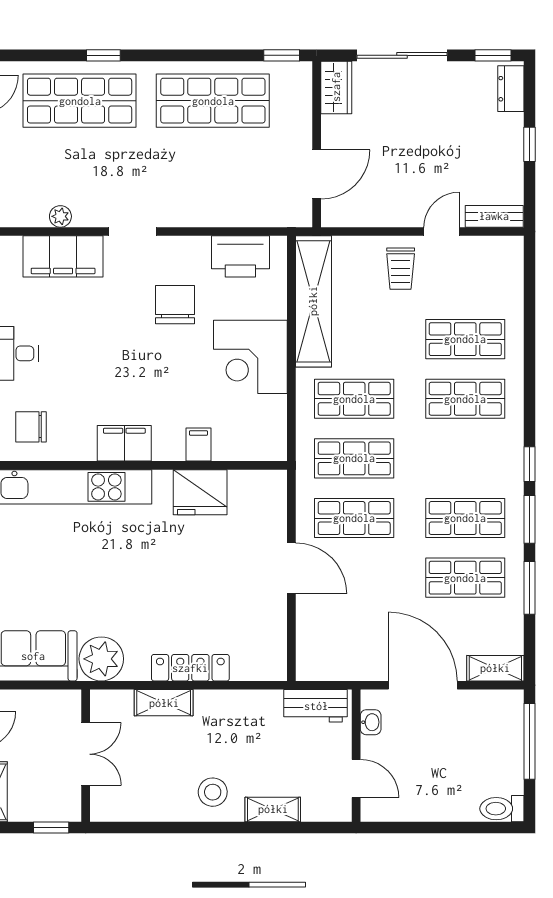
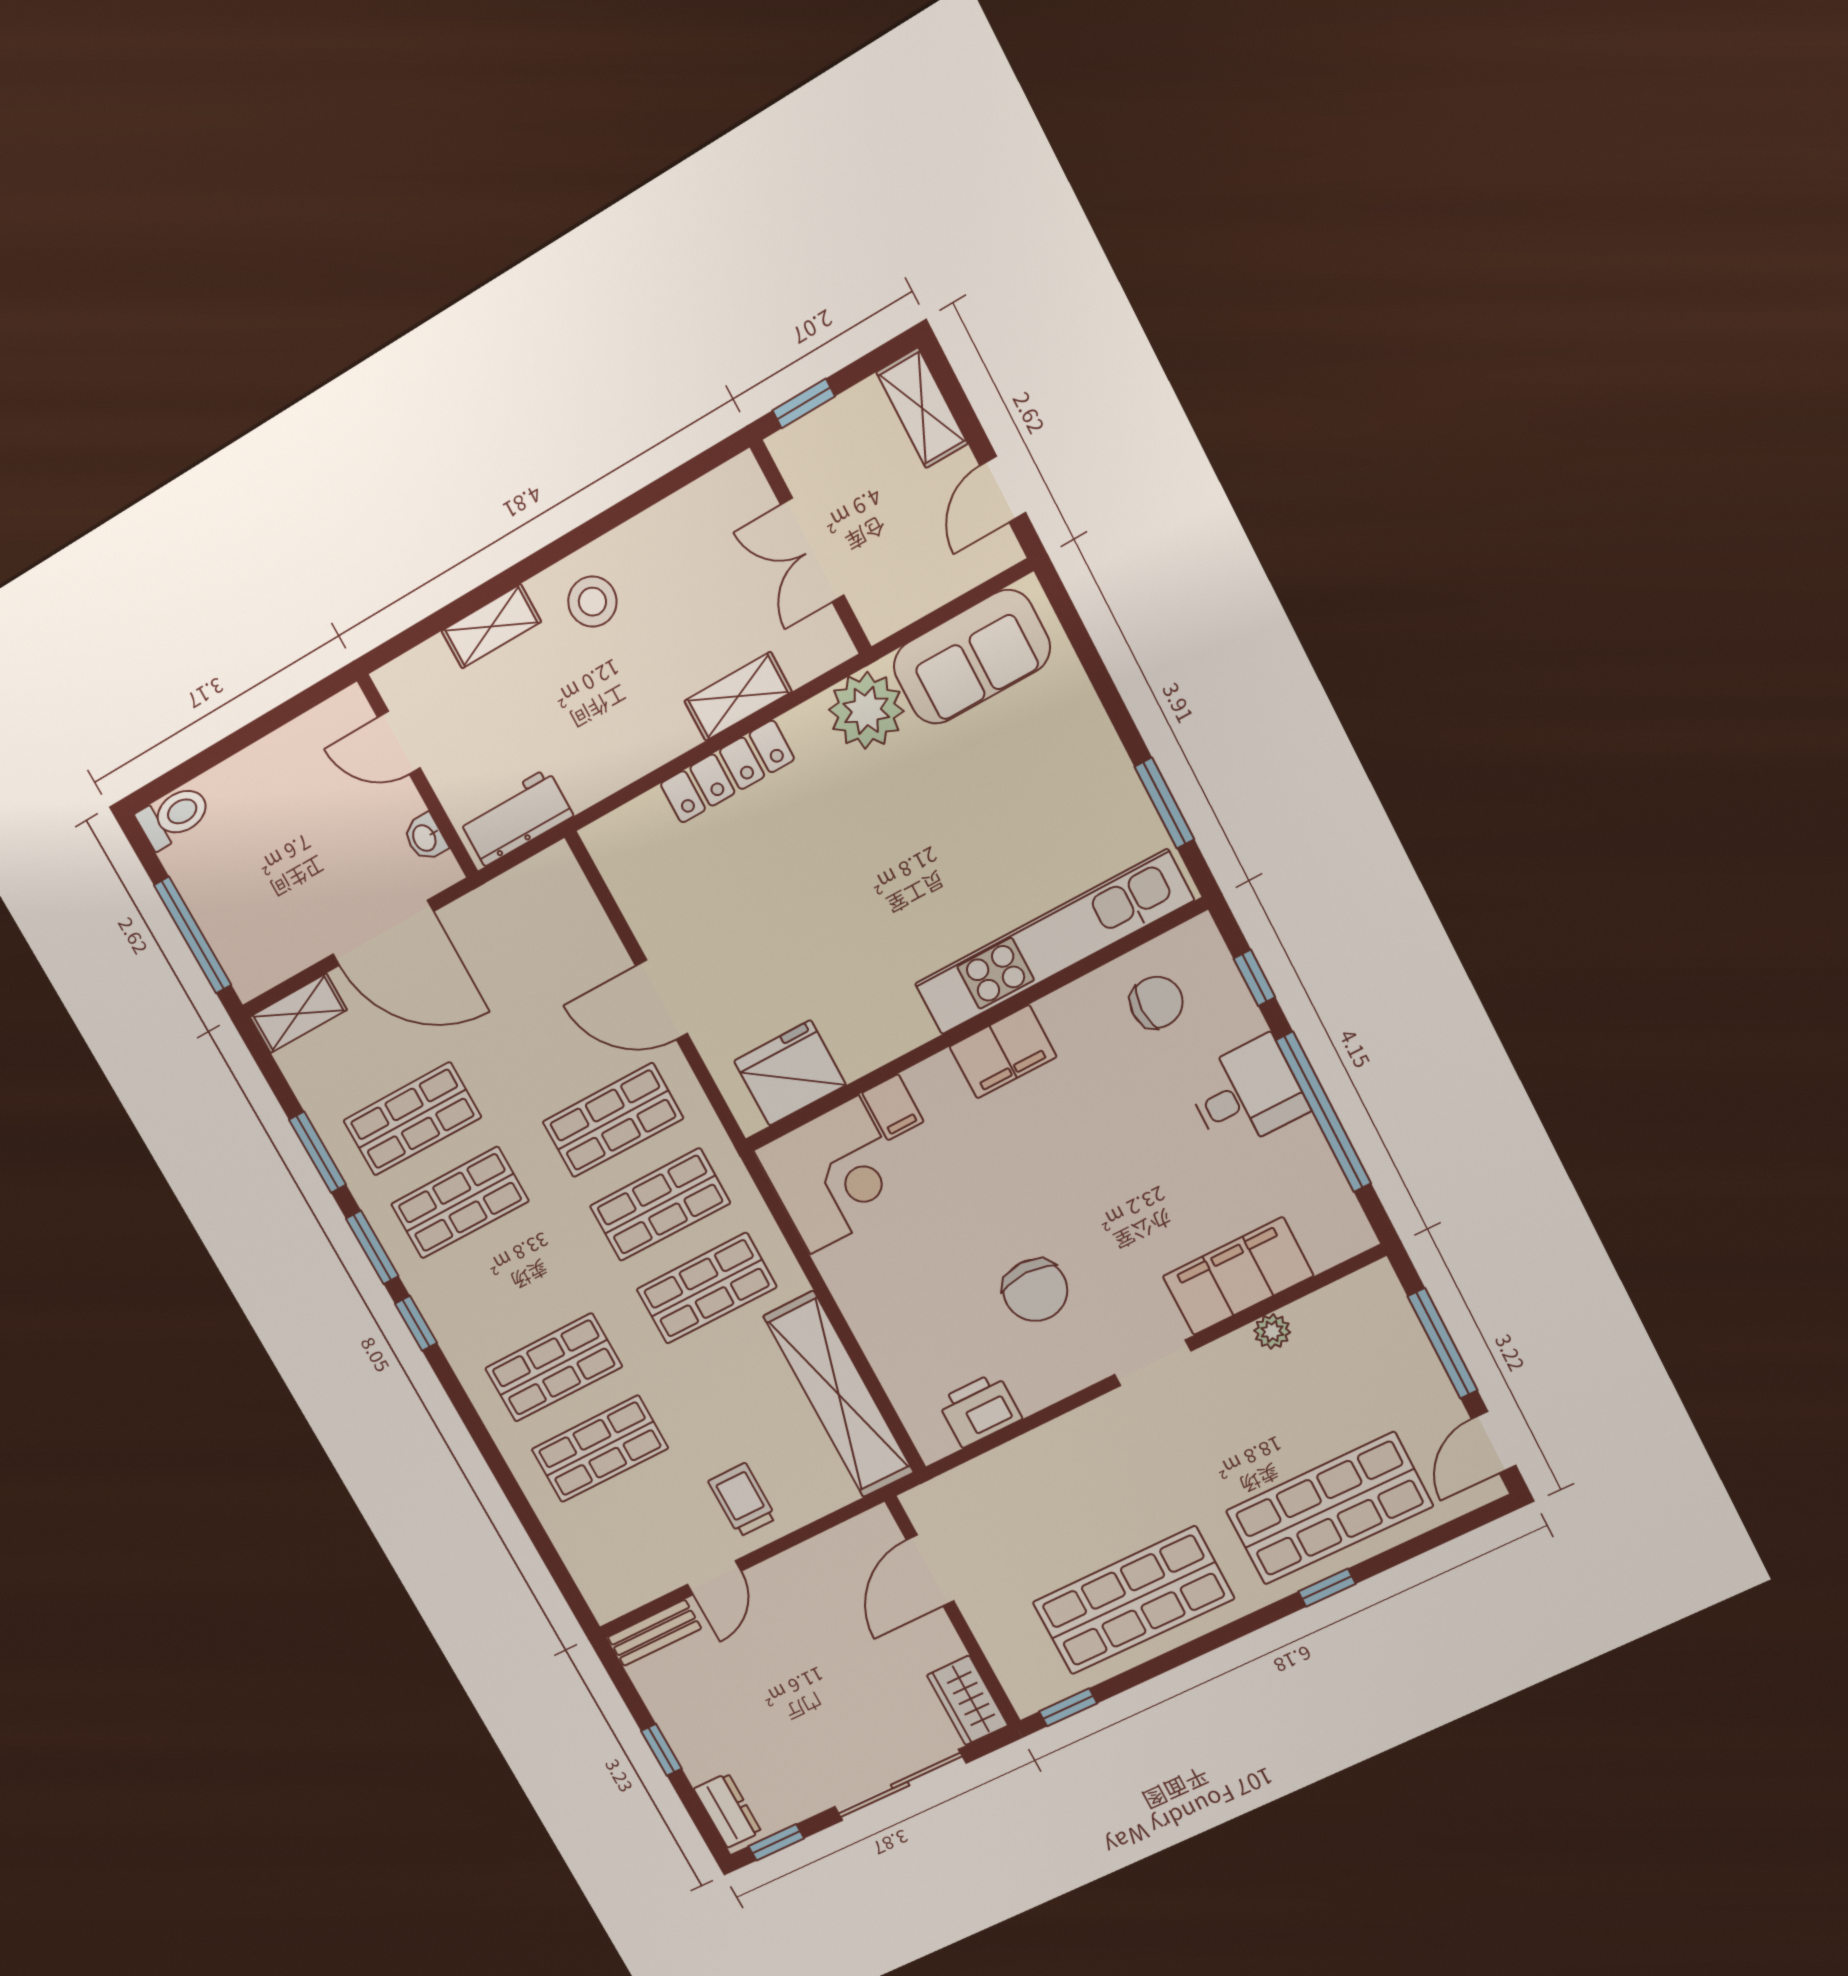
printer: (240, 256) -> (980, 1410), width x0.73, depth x0.84
corner desk: (250, 357) -> (834, 1175), moved, turned 90
fridge: (200, 492) -> (790, 1073), moved

